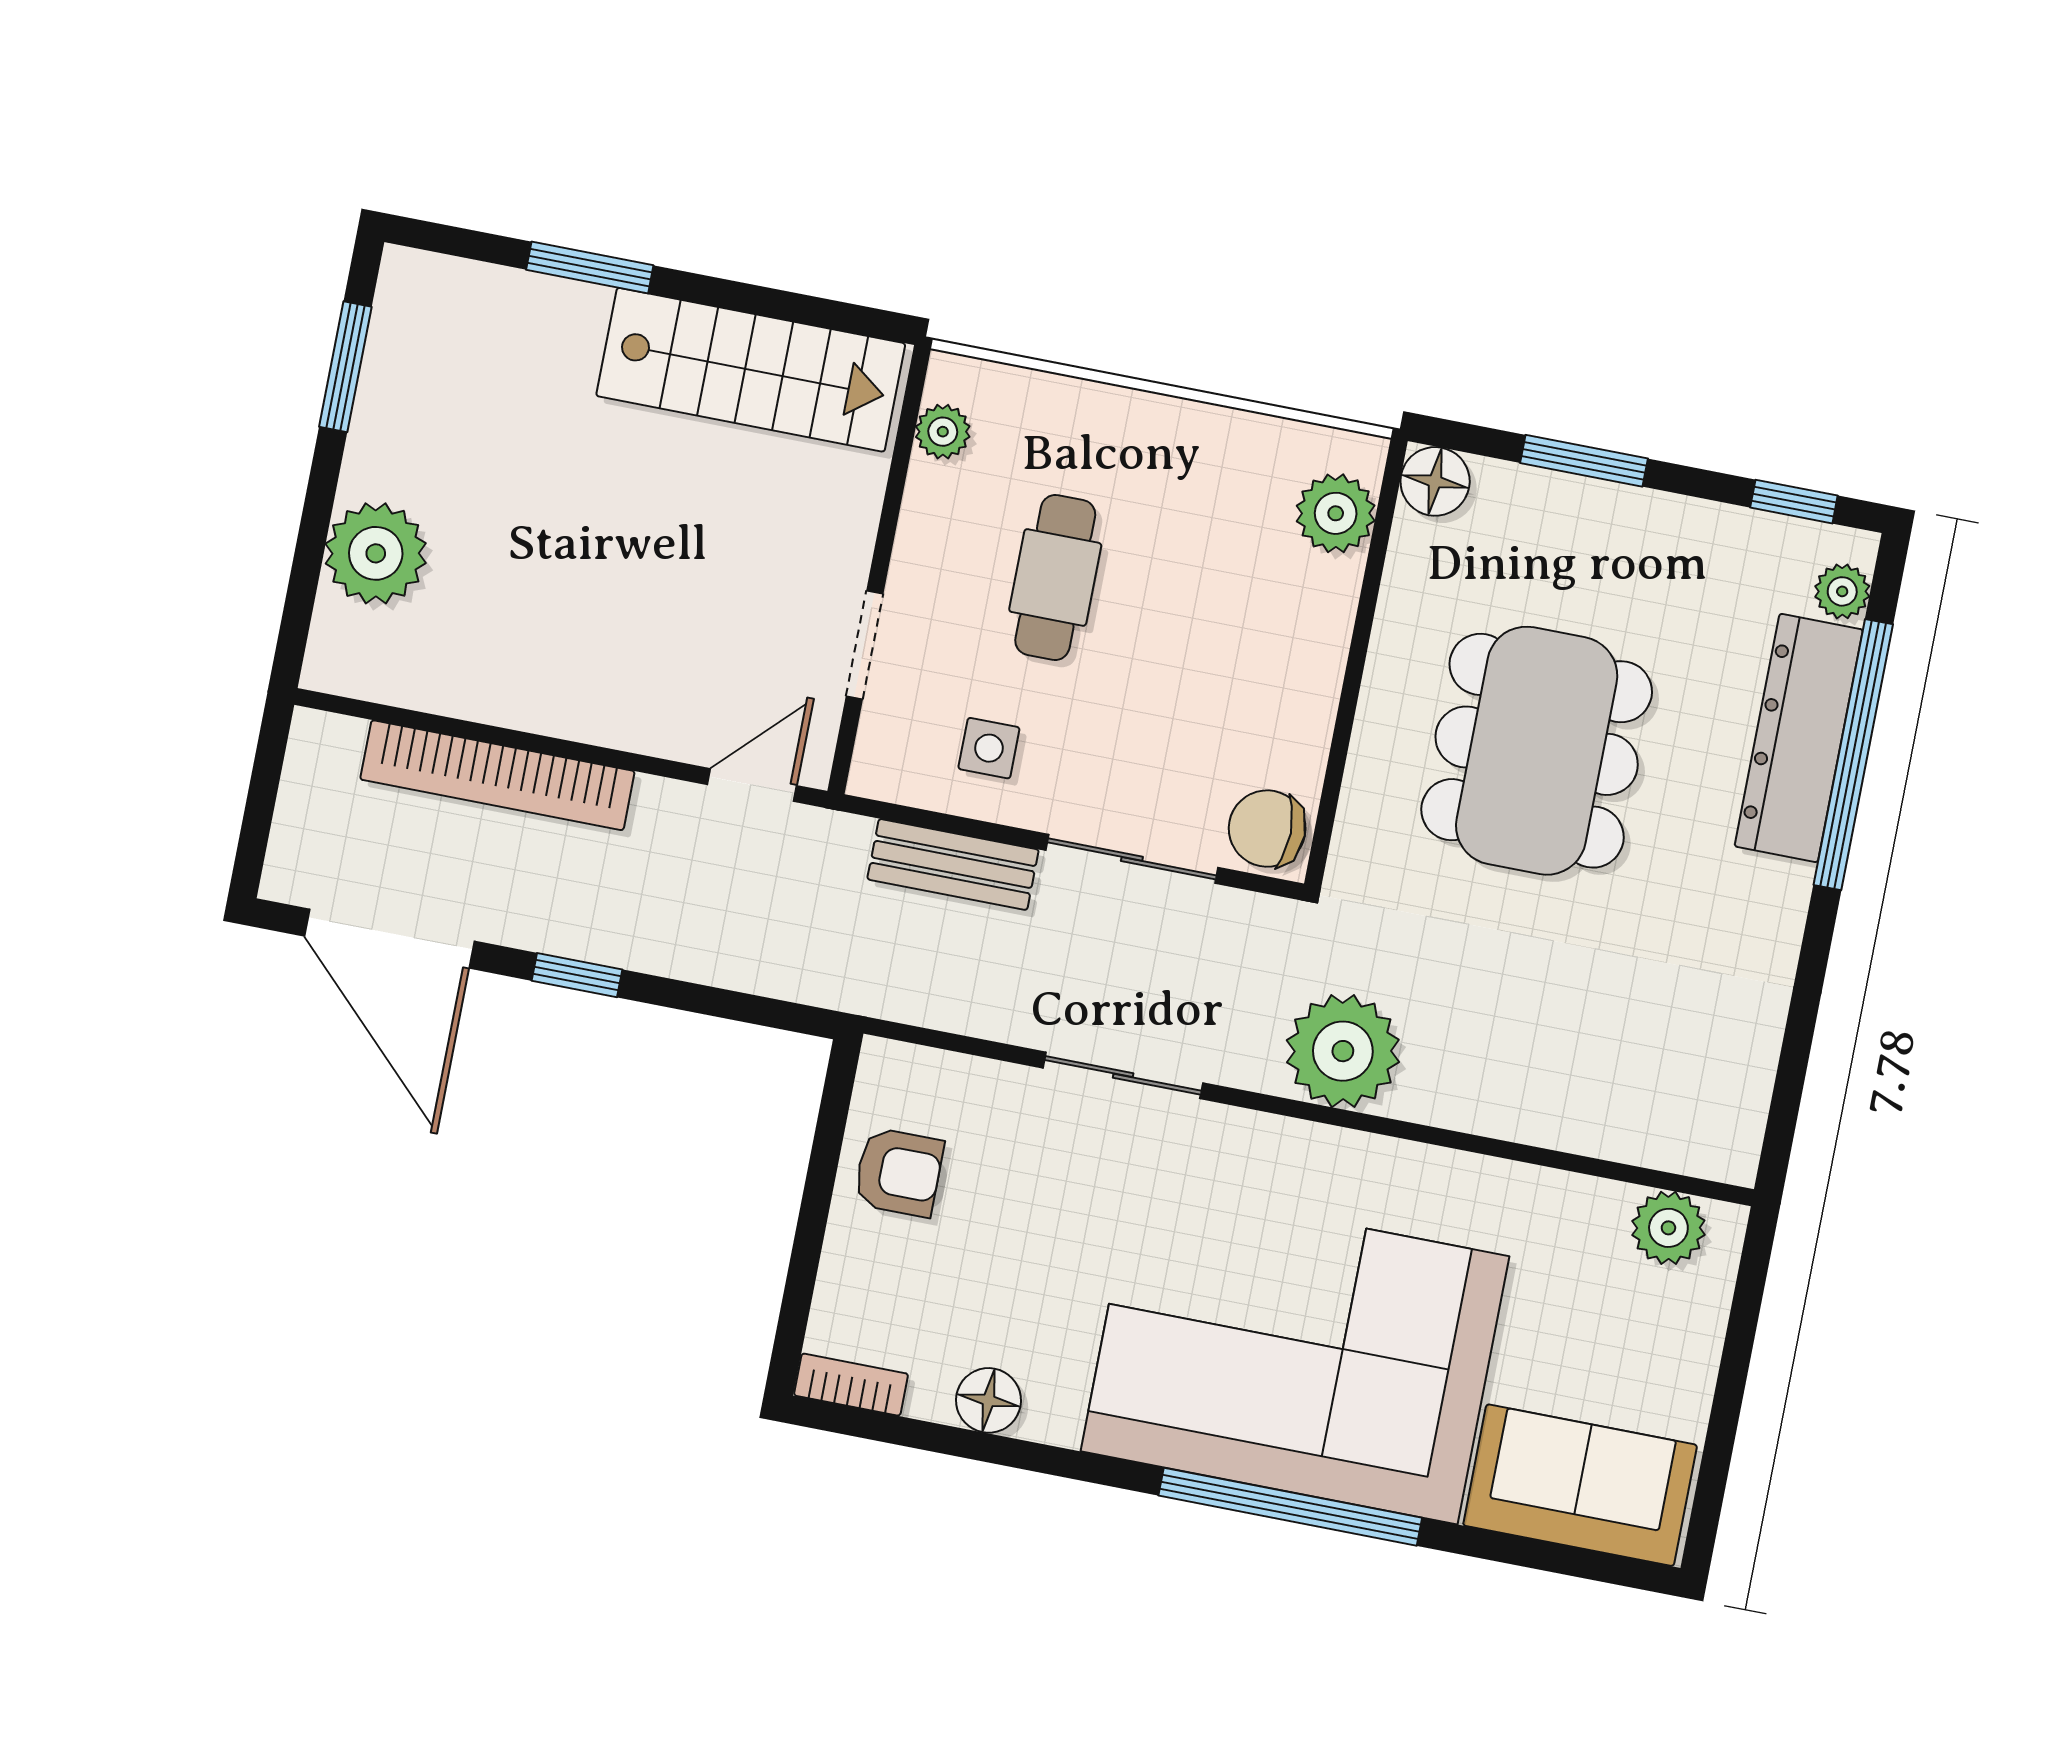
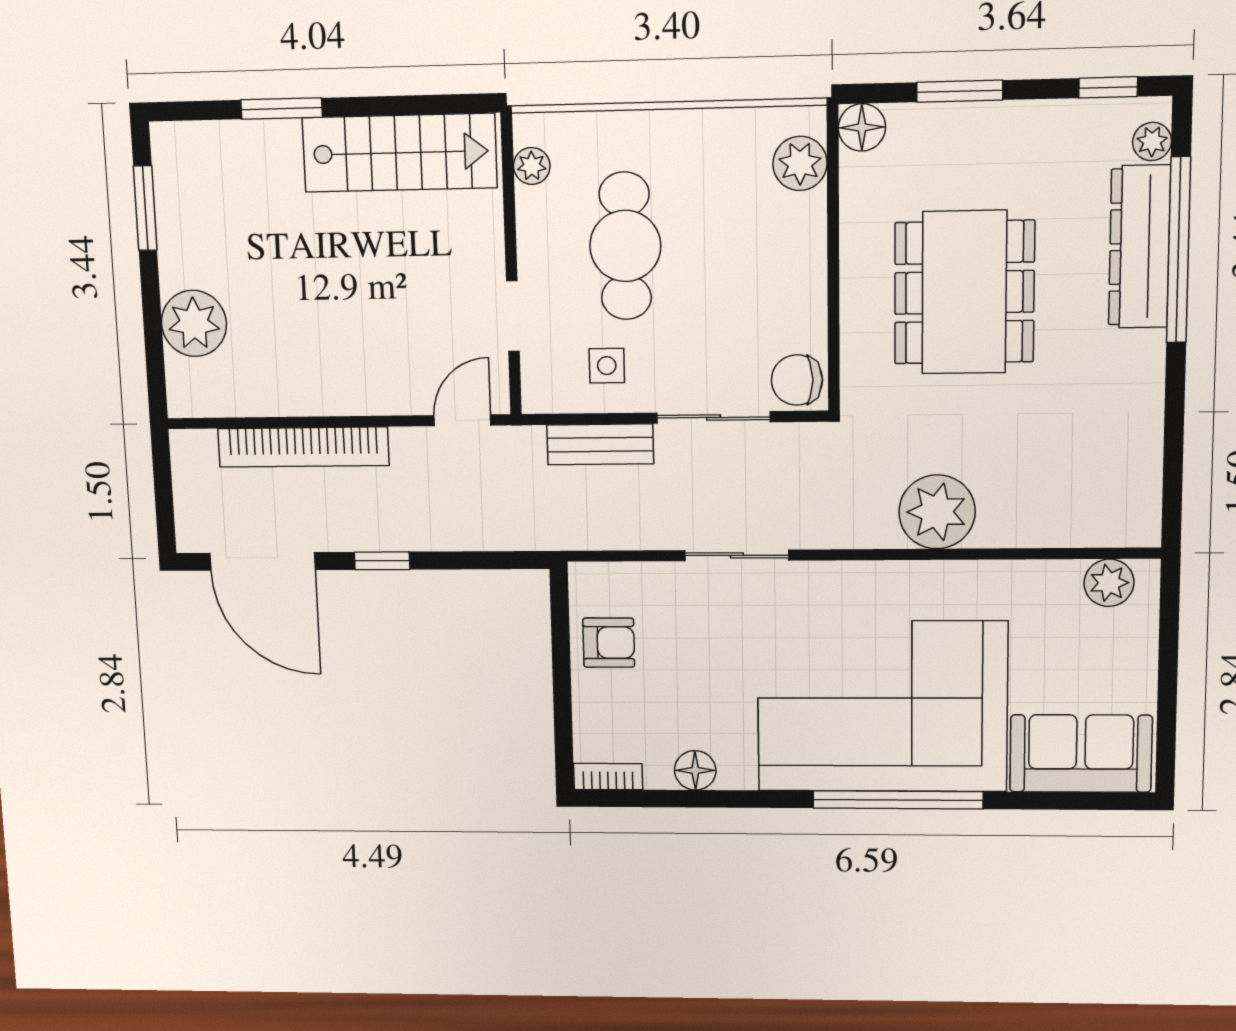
cafe table: (1055, 577) -> (625, 246), width x1.37, depth x1.35
plant: (1343, 1051) -> (937, 512), moved

